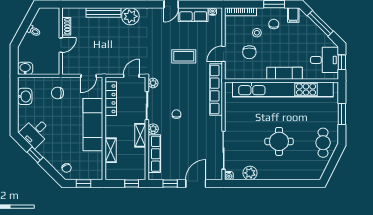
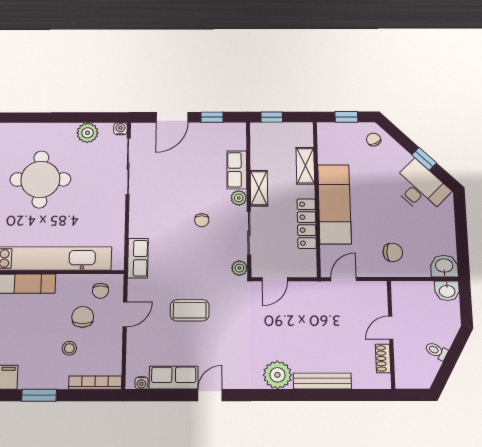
chair: (274, 24) -> (100, 291), moved
row of seats: (216, 90) -> (138, 258), width x0.50
washbasin: (25, 96) -> (444, 266), moved, turned 90
locker: (111, 99) -> (307, 224), moved
desk: (35, 132) -> (420, 188), width x1.37
round table: (279, 141) -> (40, 179), width x1.36, depth x1.36
row of seats: (154, 154) -> (237, 170), width x0.68

